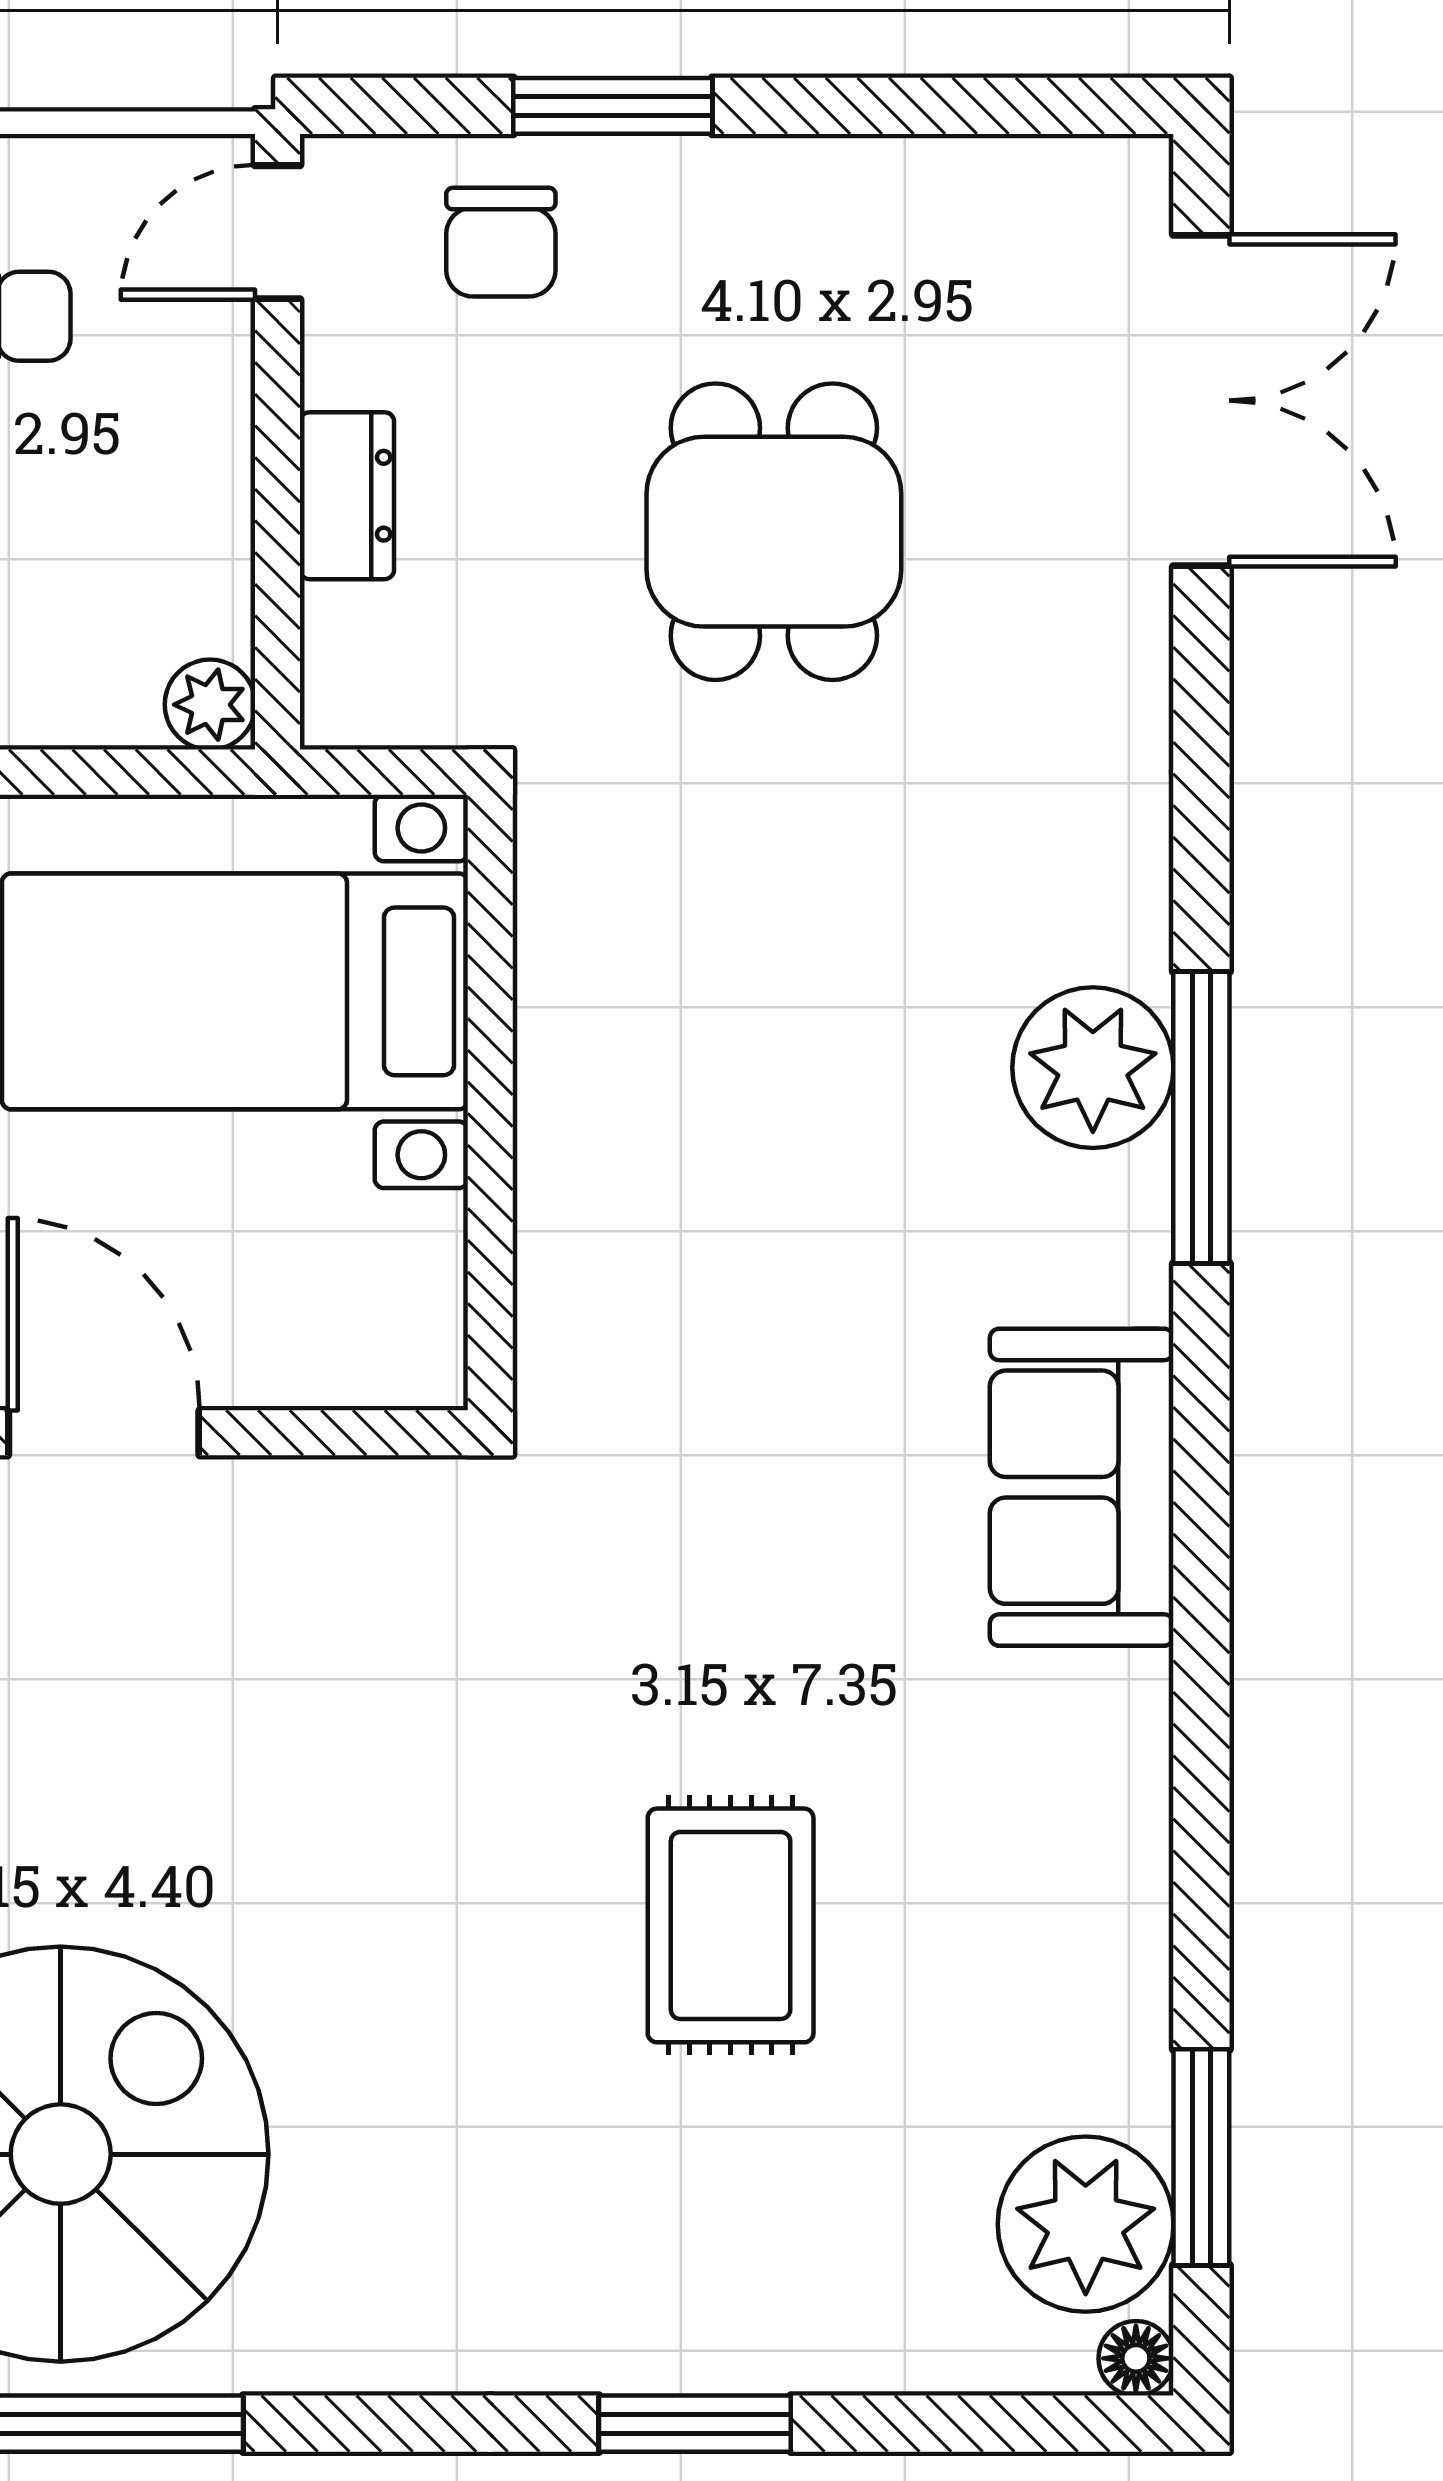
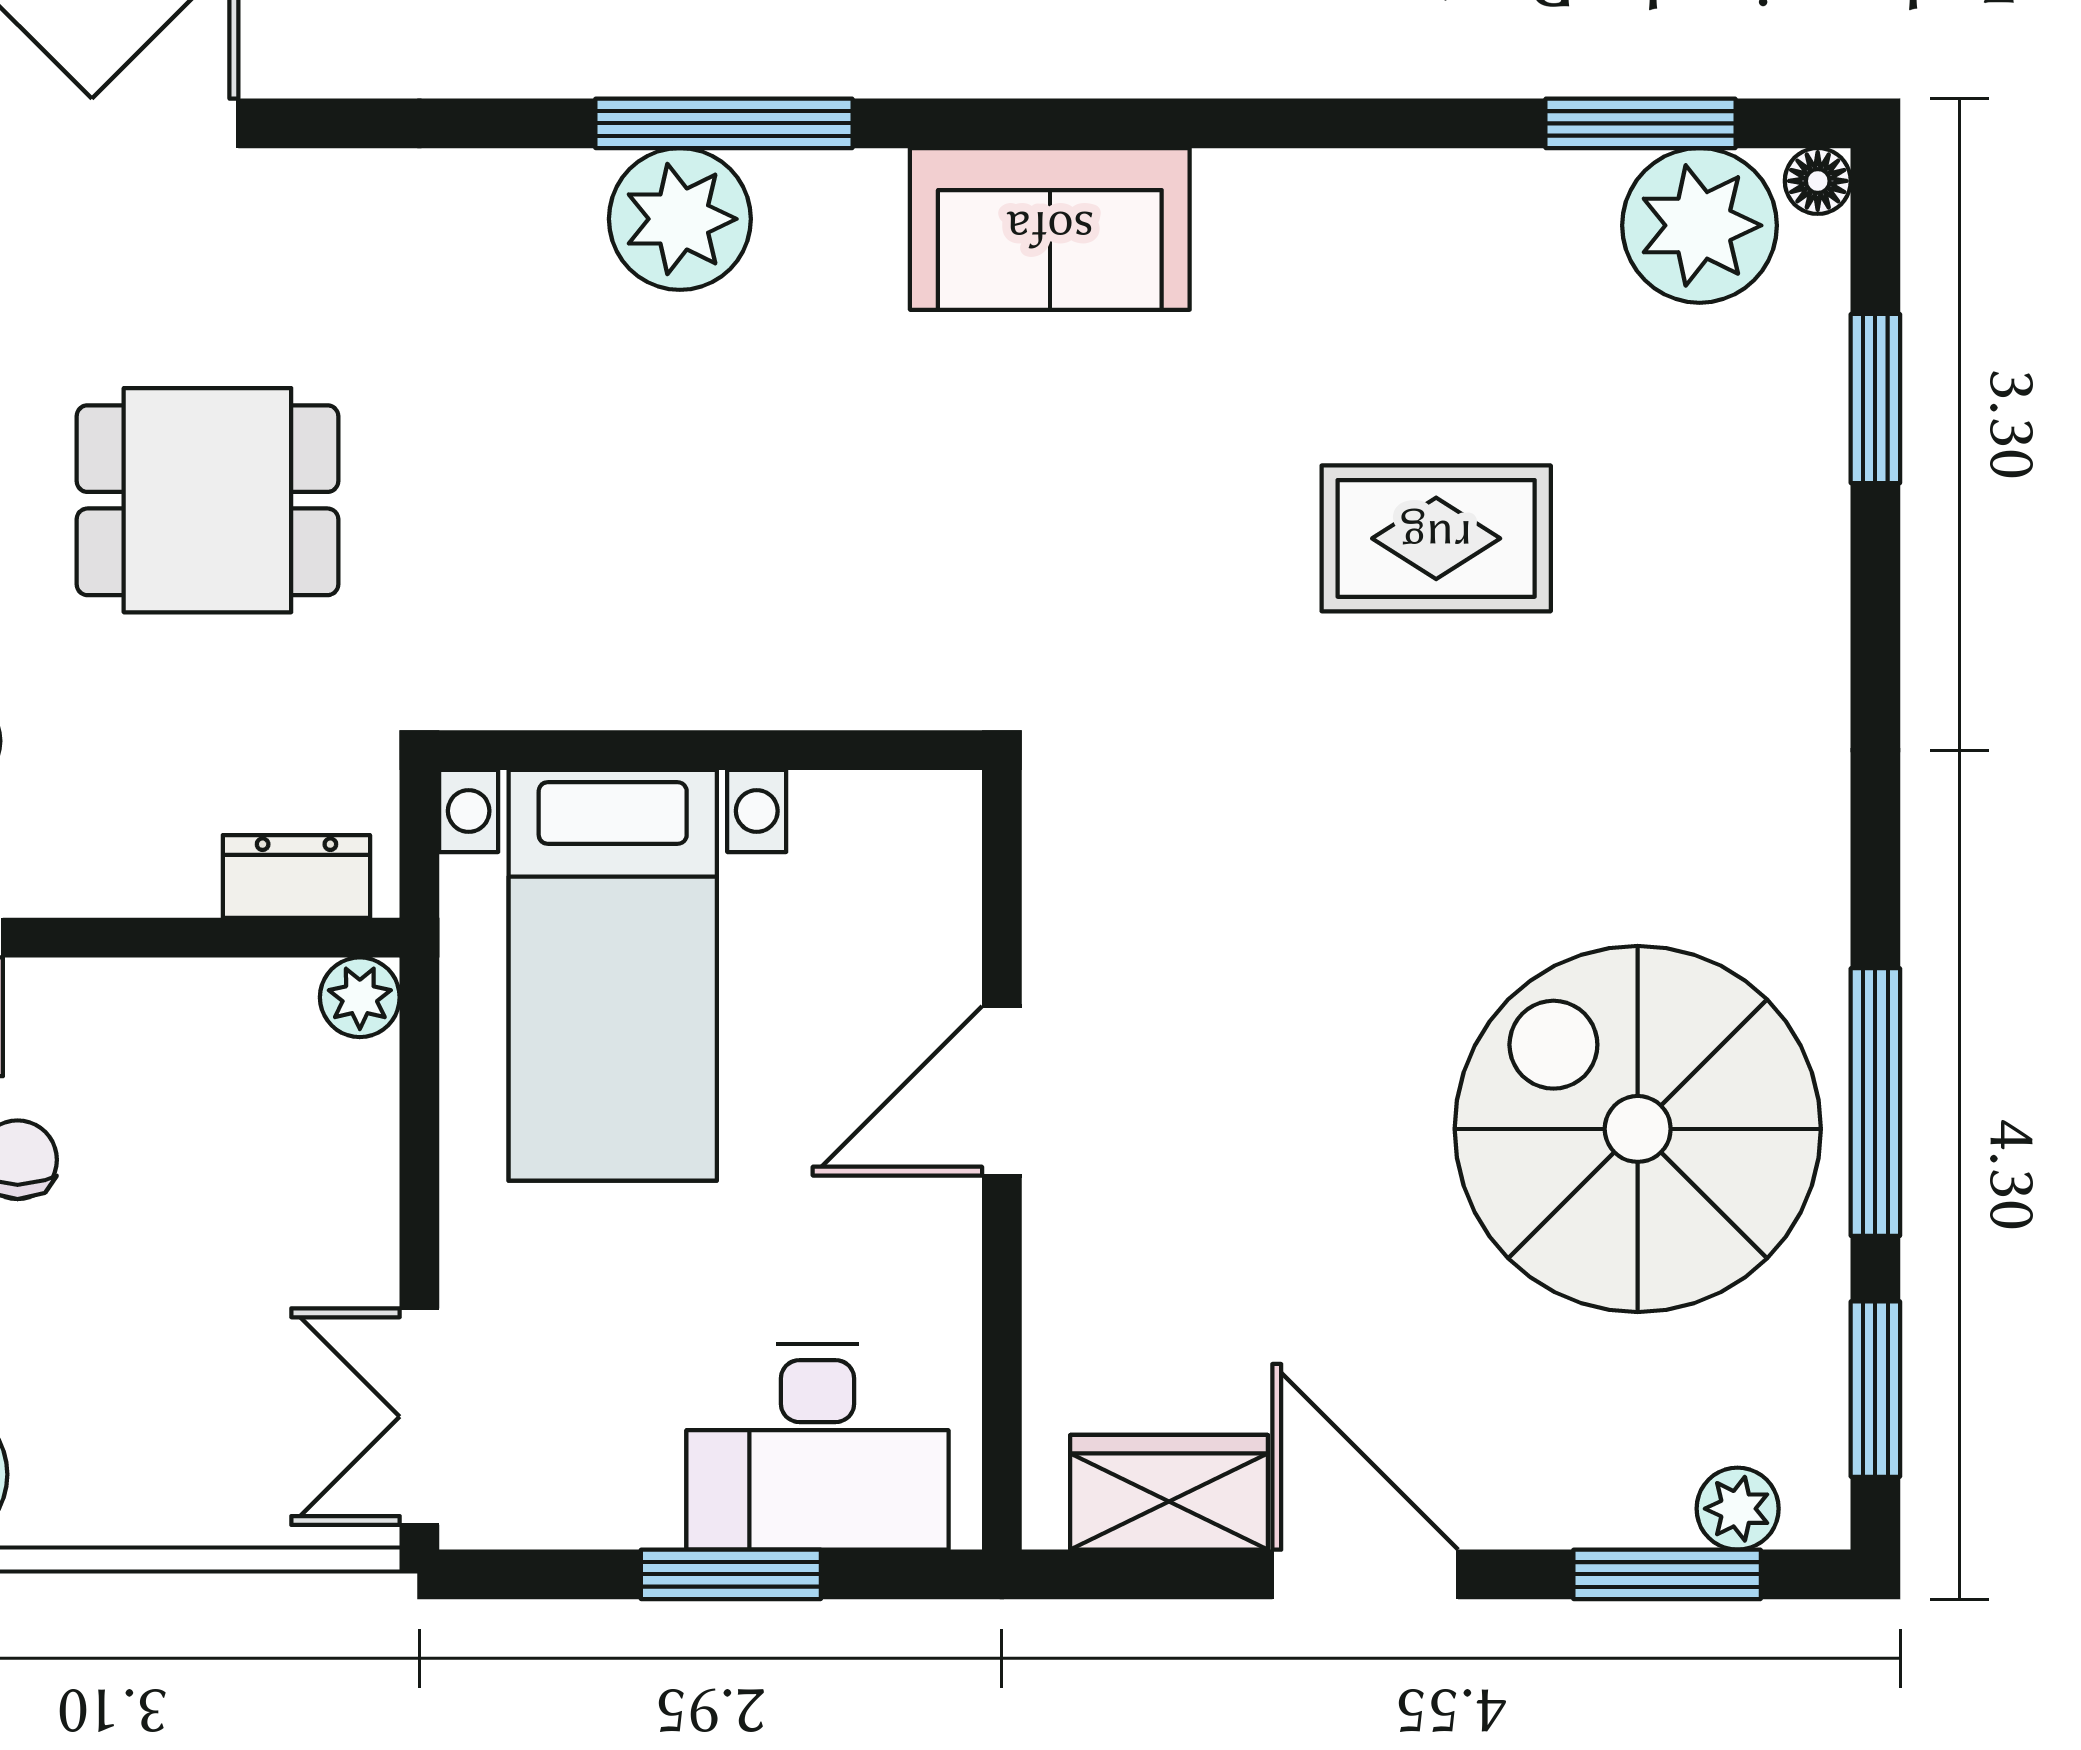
dresser: (347, 496) -> (296, 877), moved
window: (695, 2424) -> (1875, 399), moved

